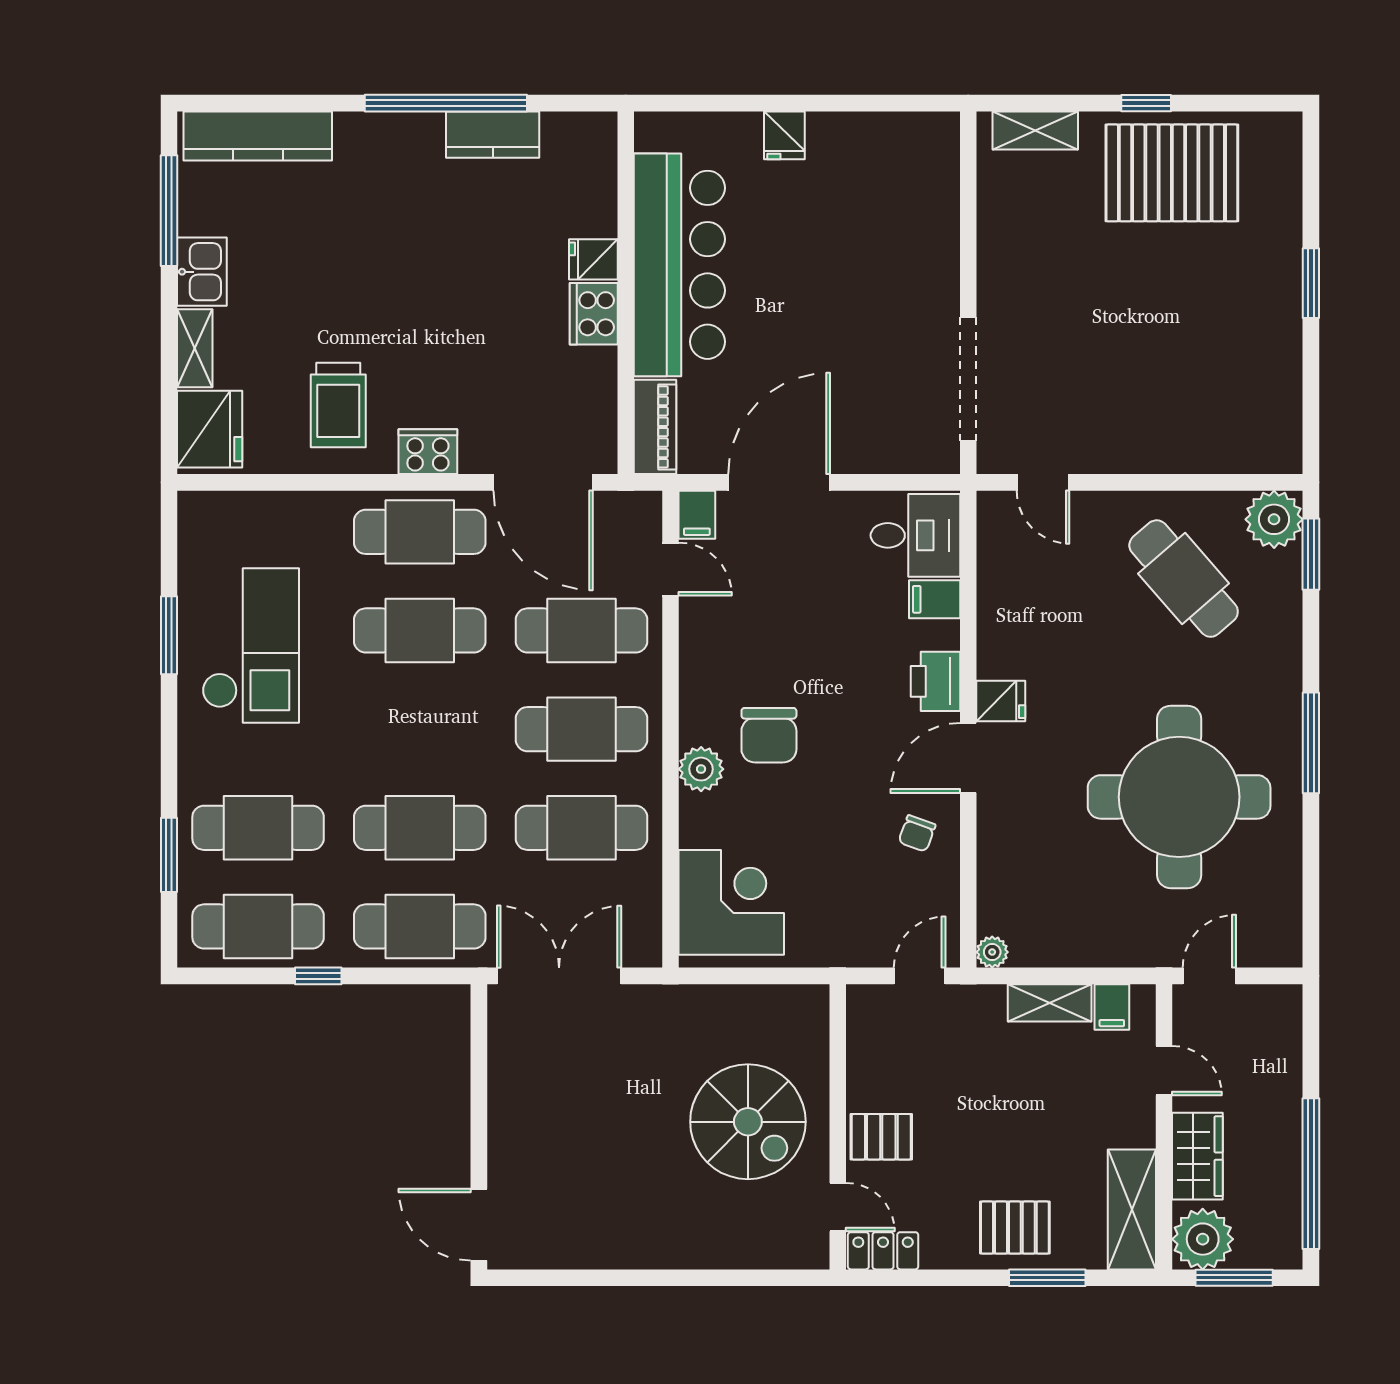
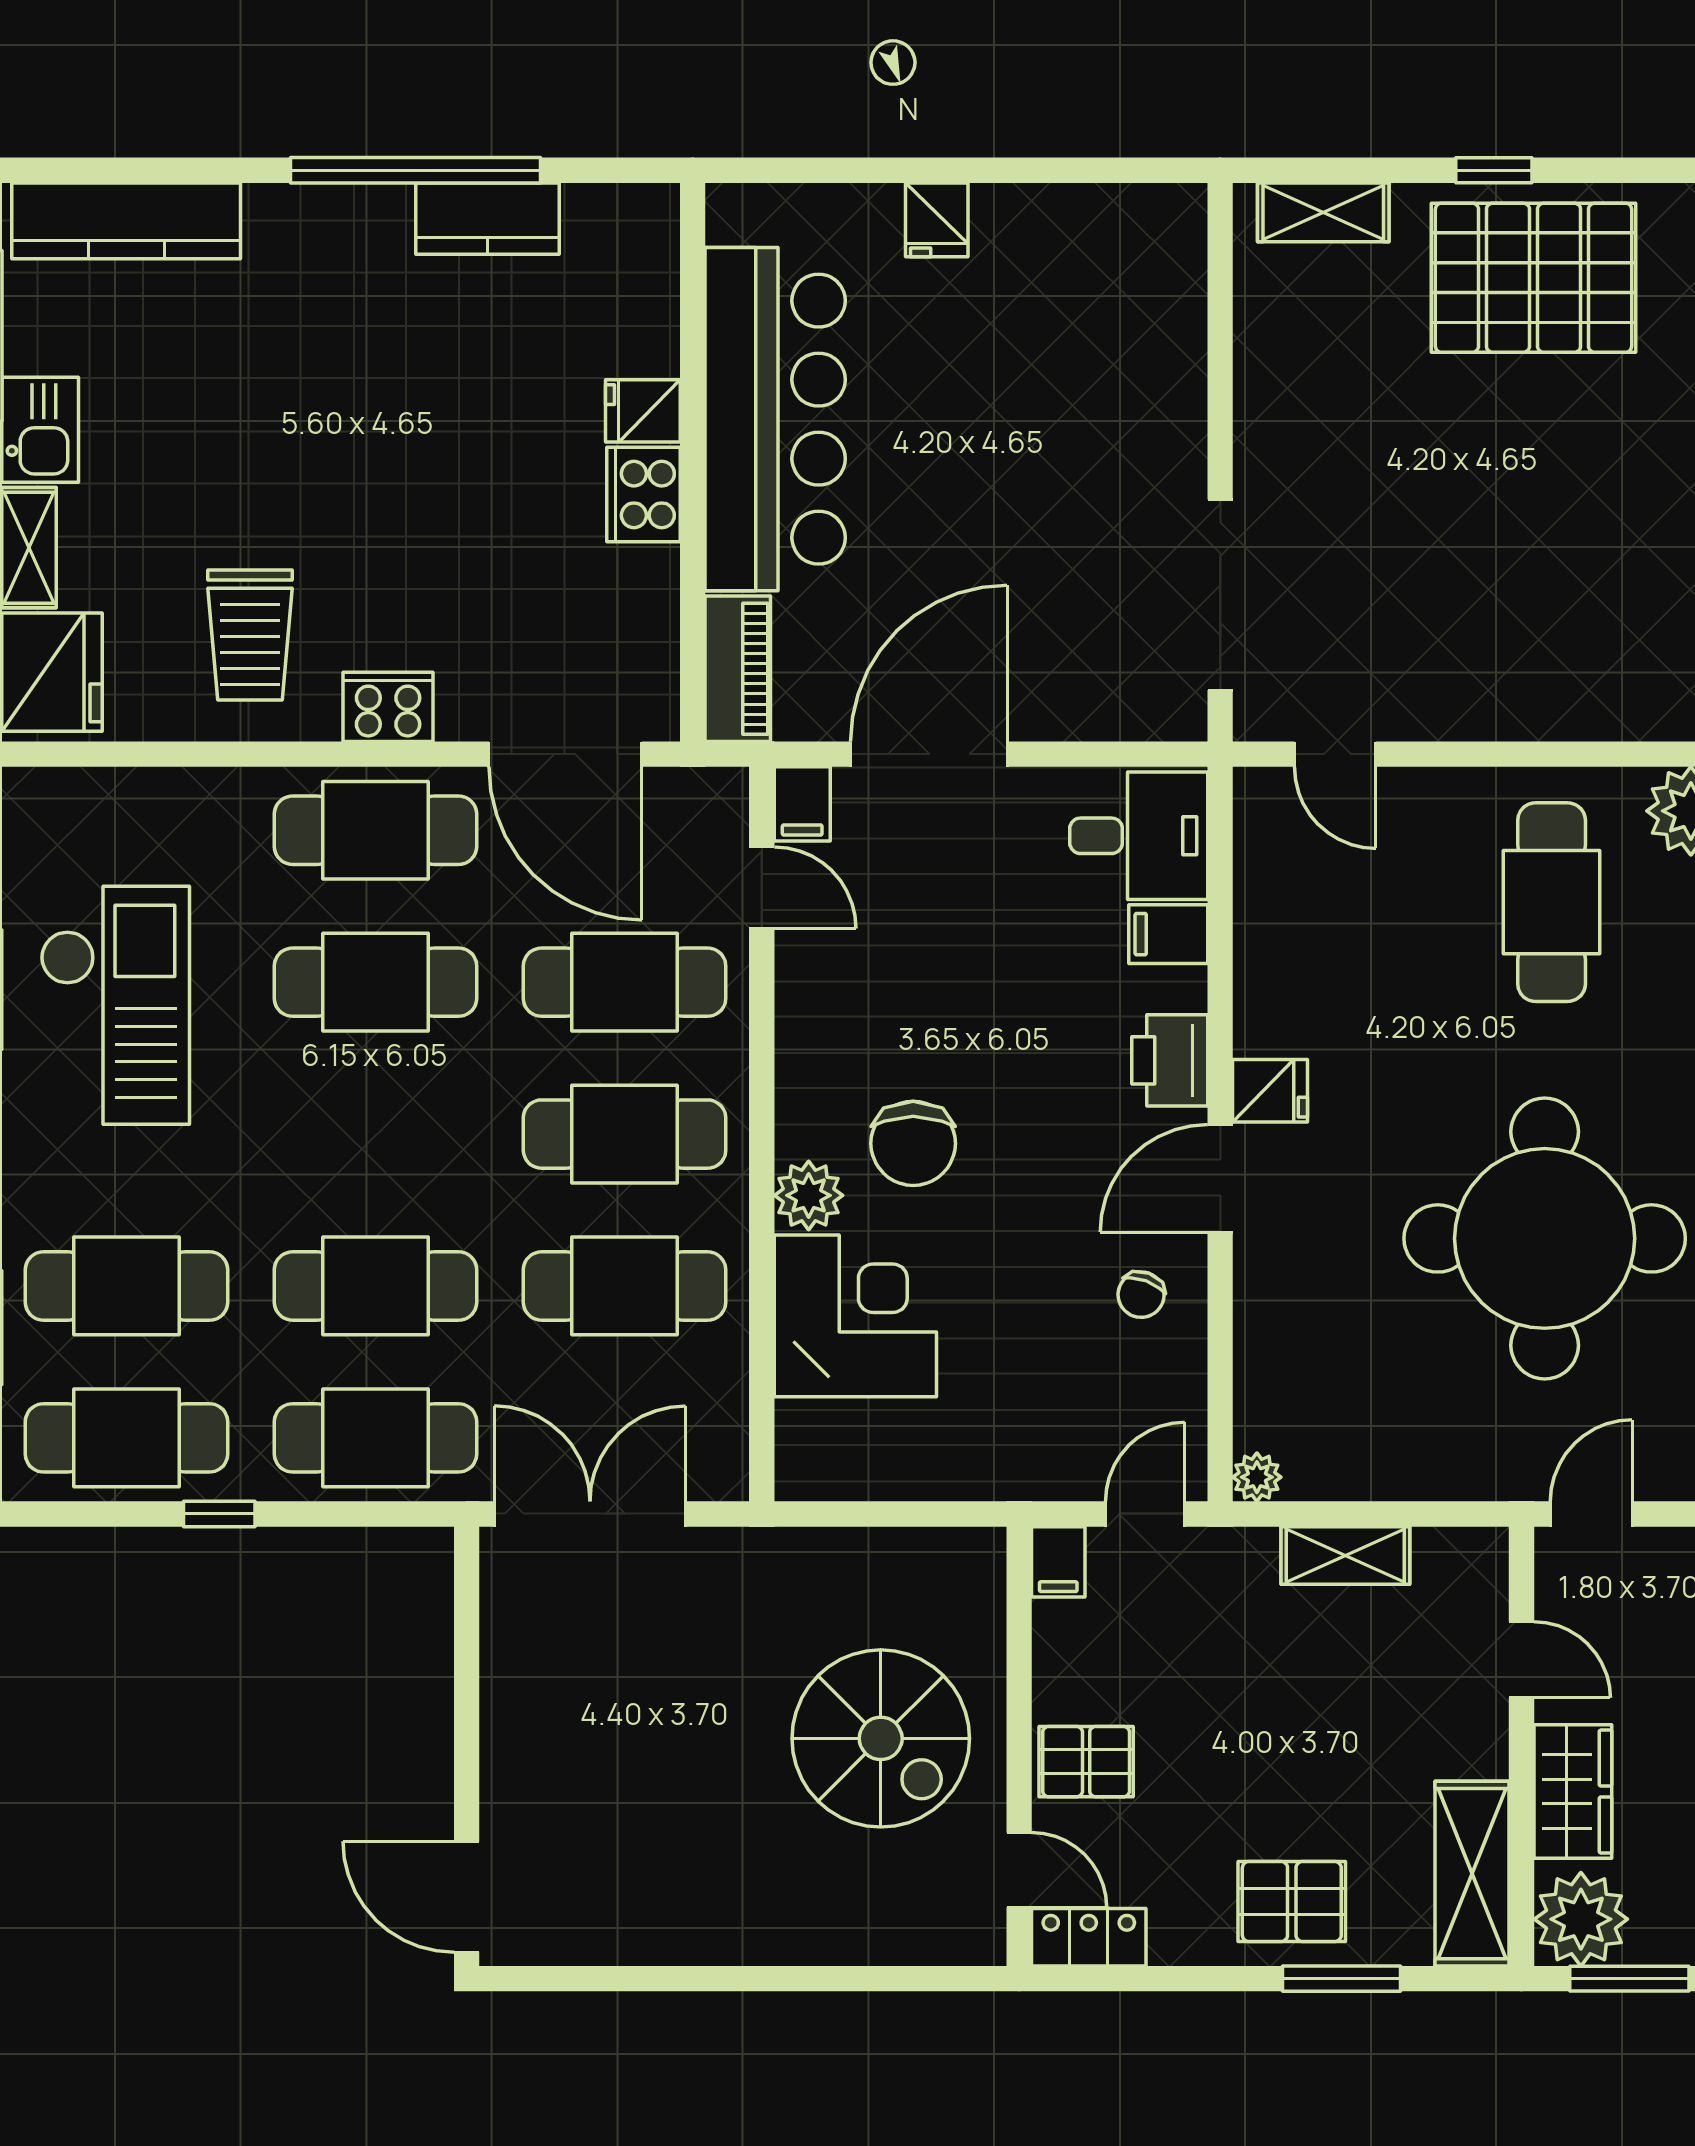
cafe table: (1184, 579) -> (1552, 902), turned 41
corner desk: (731, 902) -> (855, 1316), moved
filing cabinet: (1112, 1007) -> (1058, 1562), moved

